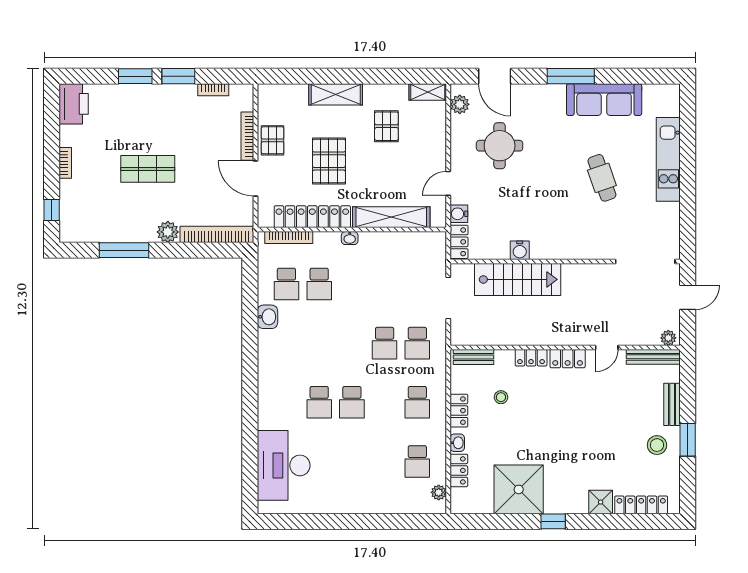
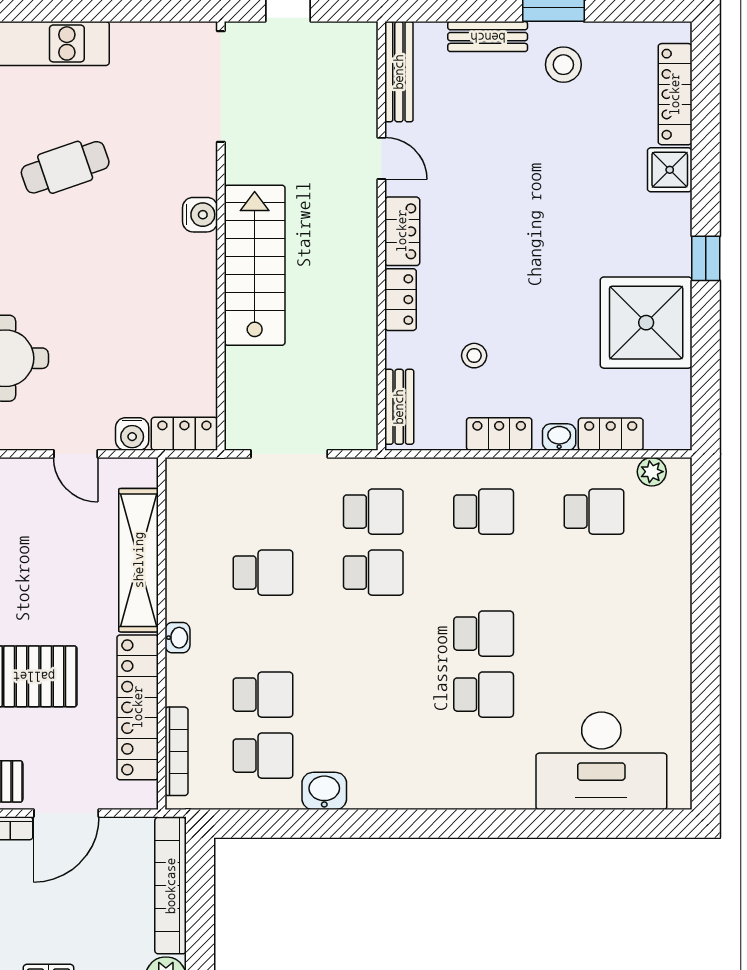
water cooler: (520, 250) -> (200, 215), moved
stairs: (518, 279) -> (255, 265), moved
school desk: (385, 284) -> (263, 573), added
plant: (668, 338) -> (364, 43), removed

